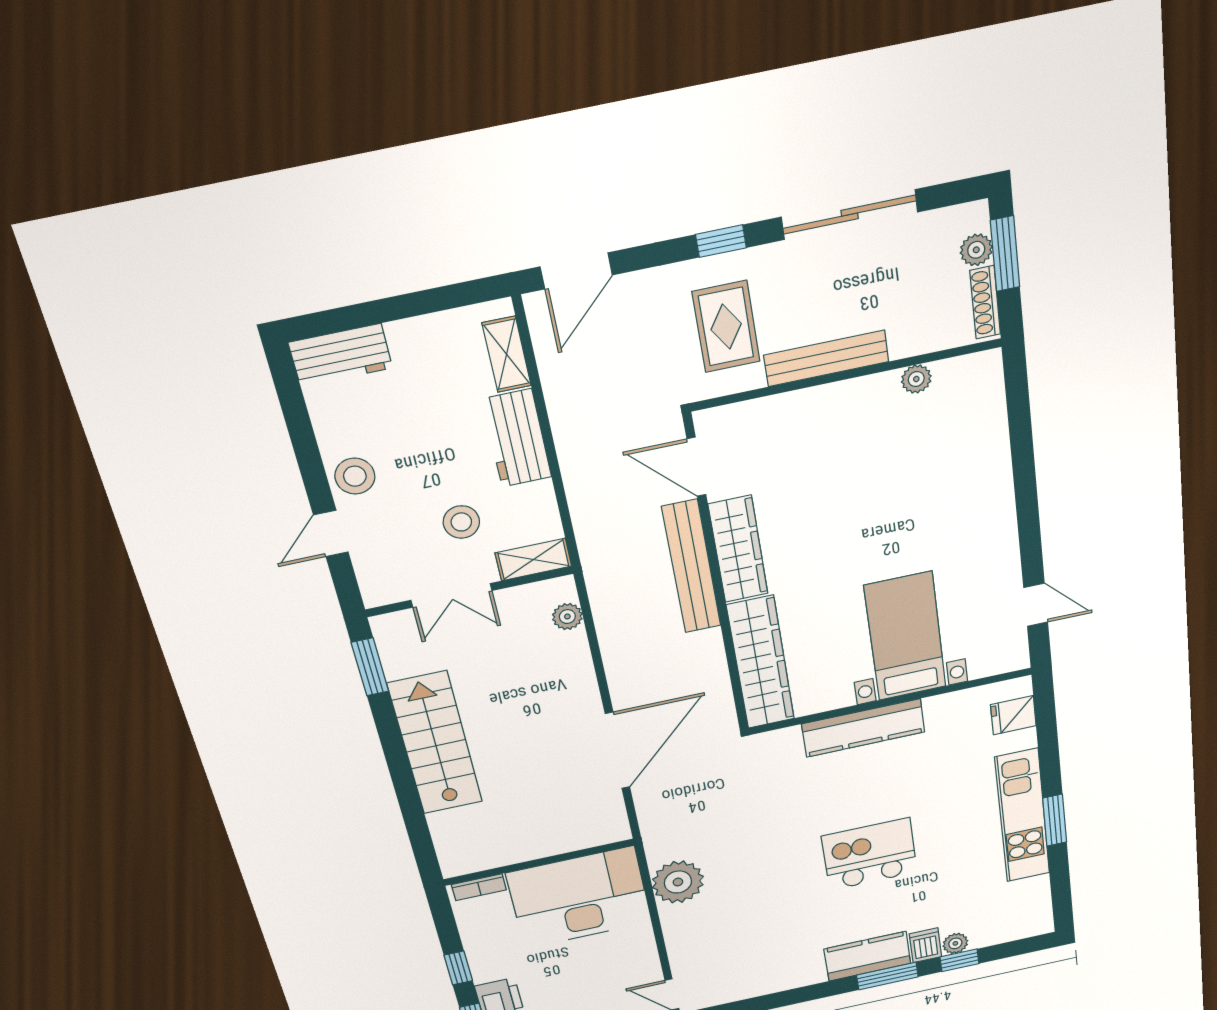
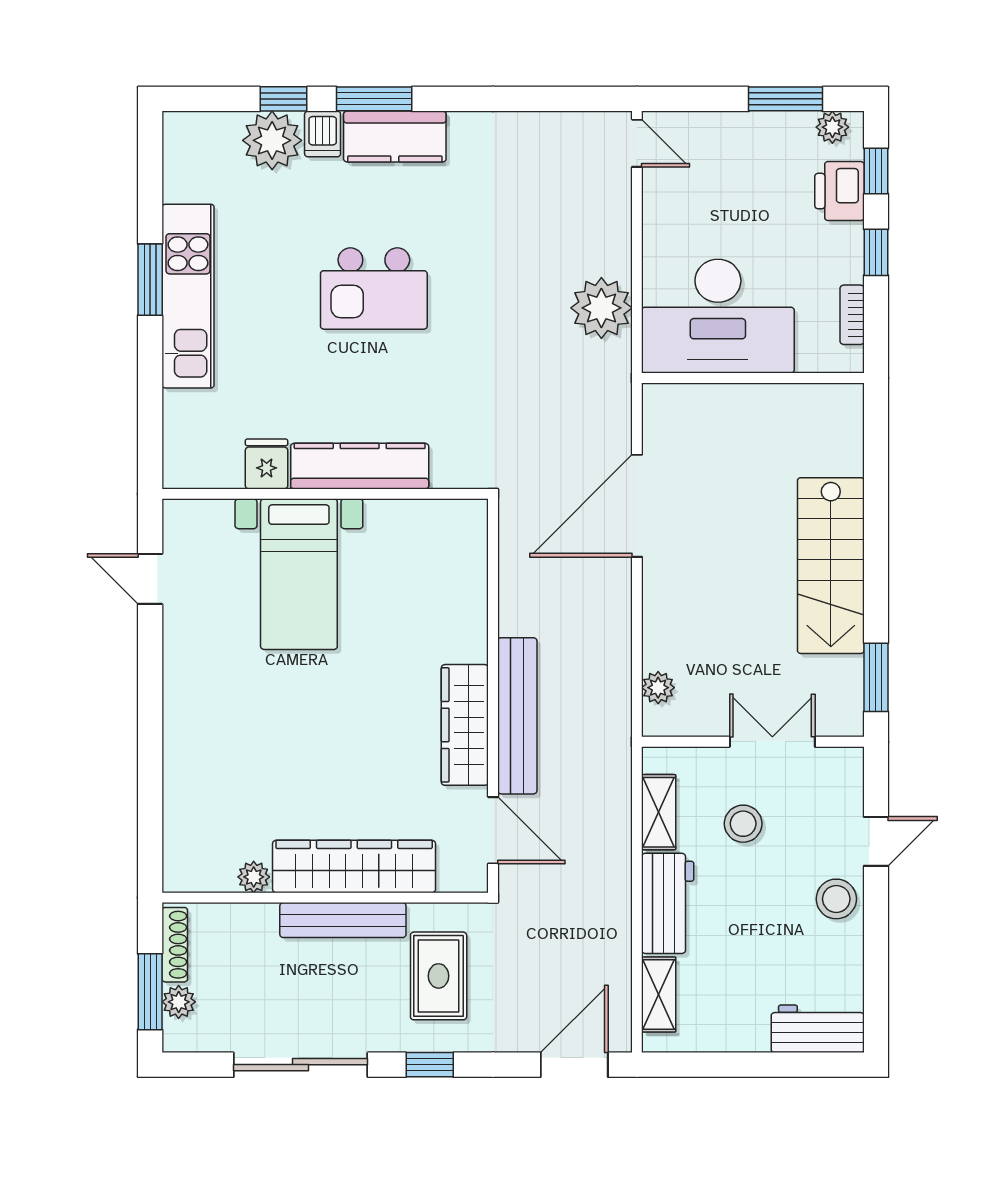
shelving: (533, 560) -> (659, 812), moved, turned 90
wardrobe: (761, 663) -> (354, 867), moved, turned 90
fridge: (1013, 715) -> (267, 464), moved, turned -90
bookcase: (479, 887) -> (852, 315), moved, turned -90
plant: (955, 943) -> (272, 140), width x1.88, depth x1.88

